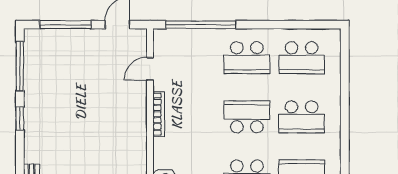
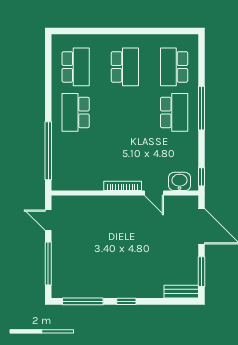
school desk: (247, 58) -> (76, 112), turned 180
door: (150, 69) -> (154, 193), moved
school desk: (247, 117) -> (125, 112), removed

